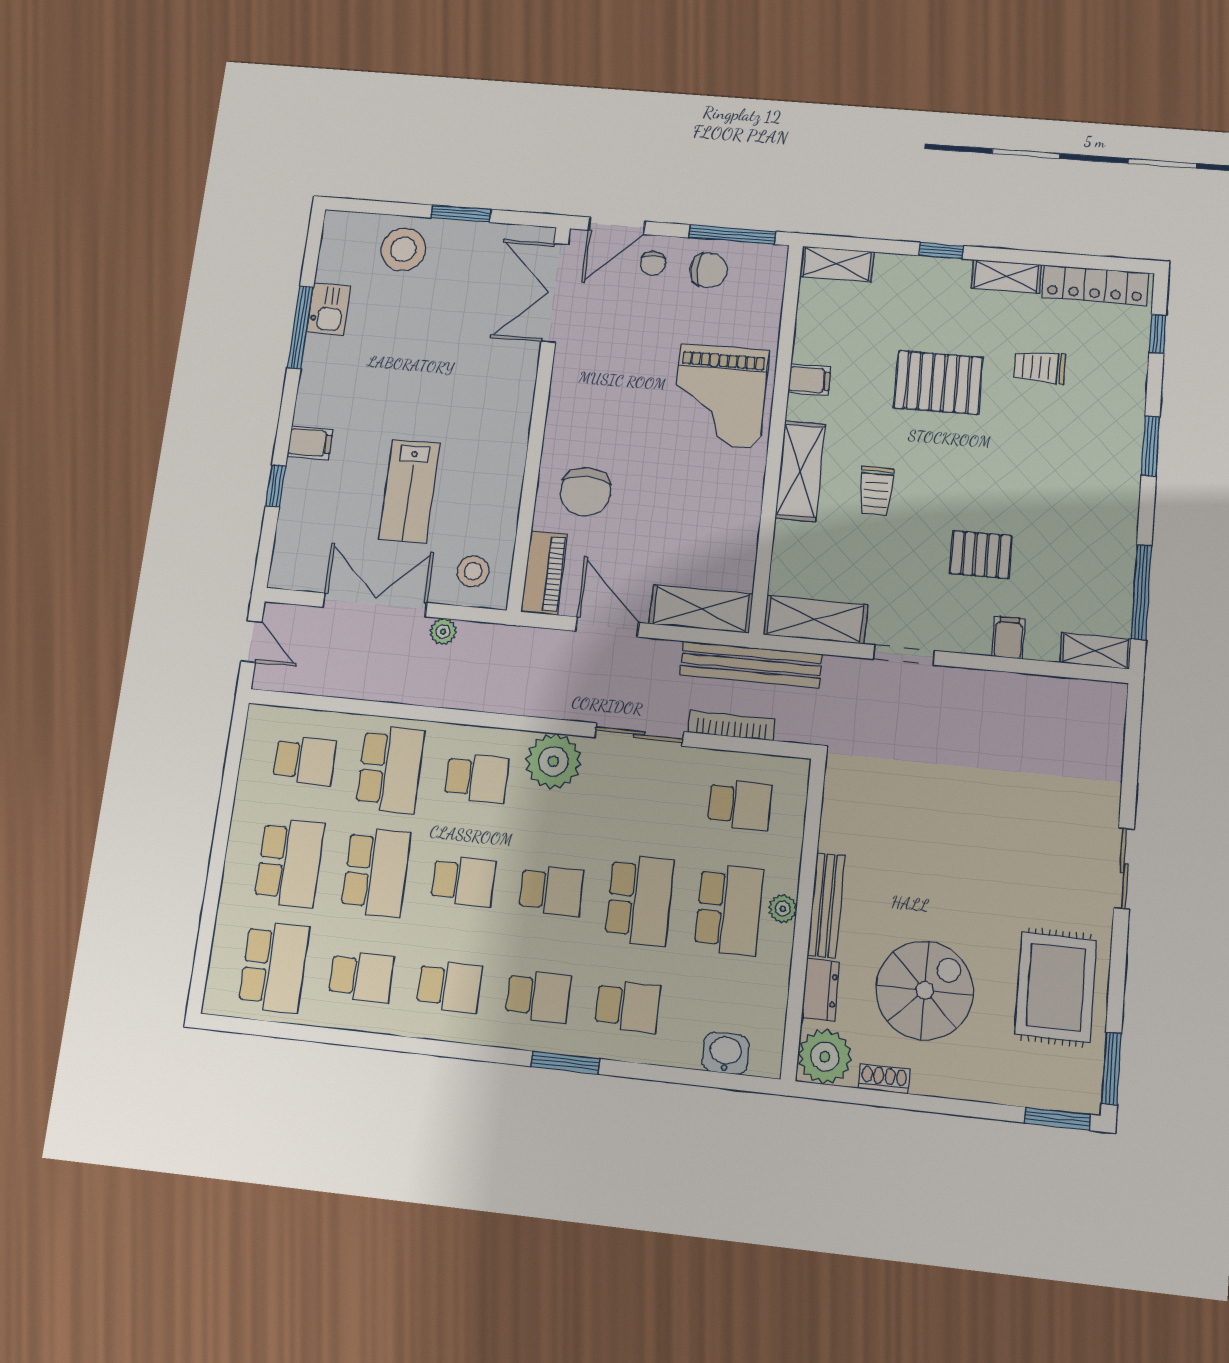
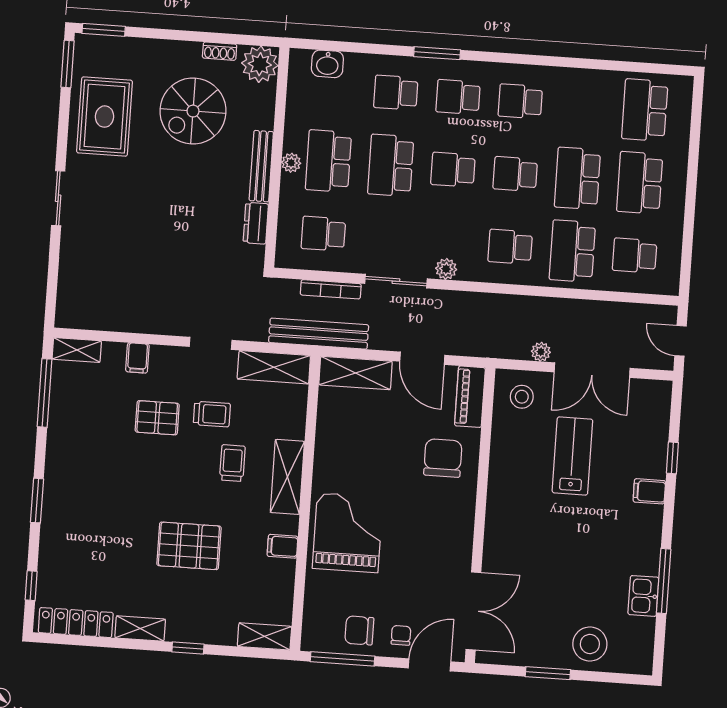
trolley: (1039, 367) -> (212, 414), moved
plant: (553, 761) -> (446, 269), width x0.53, depth x0.53
school desk: (361, 977) -> (583, 106), removed
dresser: (821, 990) -> (256, 223), moved

